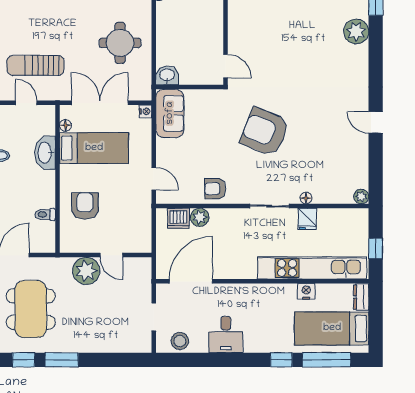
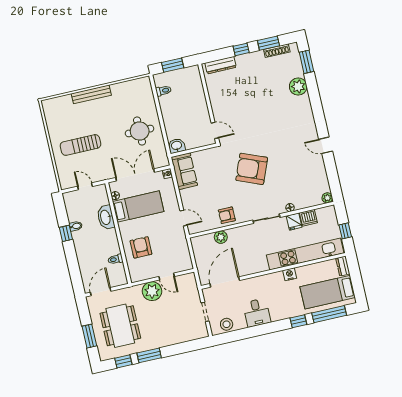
sun lounger: (35, 65) -> (80, 145), moved
dishwasher: (178, 218) -> (308, 218), moved
nightstand: (306, 291) -> (290, 274), moved

